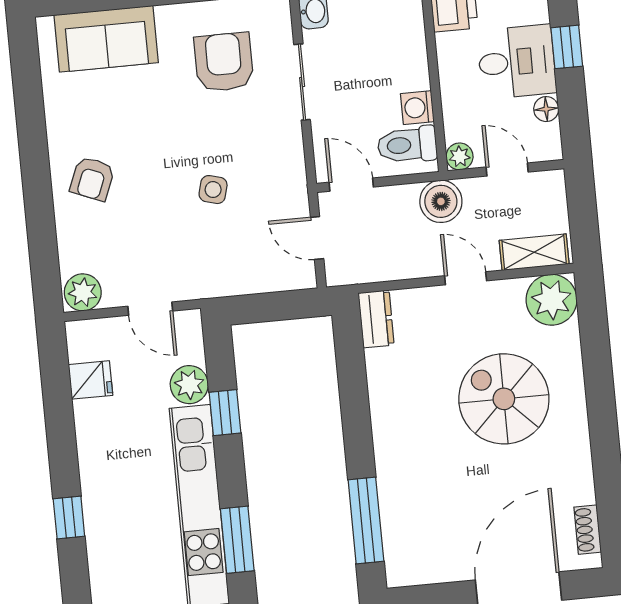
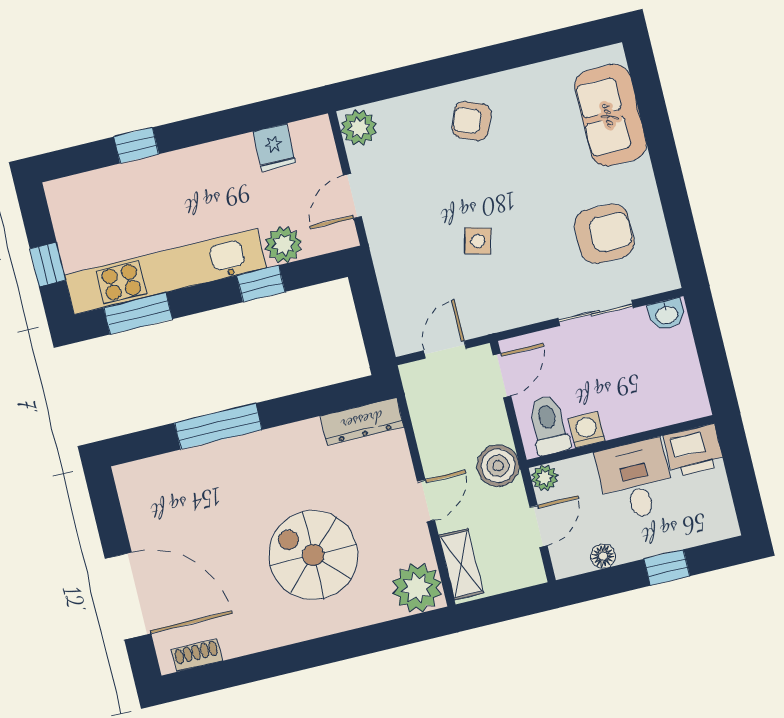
desk: (517, 62) -> (636, 480), moved, turned 180
dresser: (376, 319) -> (362, 421), width x1.44
spiral stairs: (504, 399) -> (313, 555), turned -90
window: (366, 520) -> (218, 426), moved

